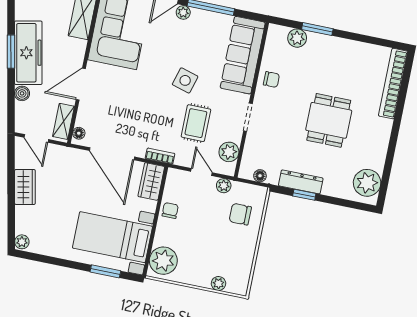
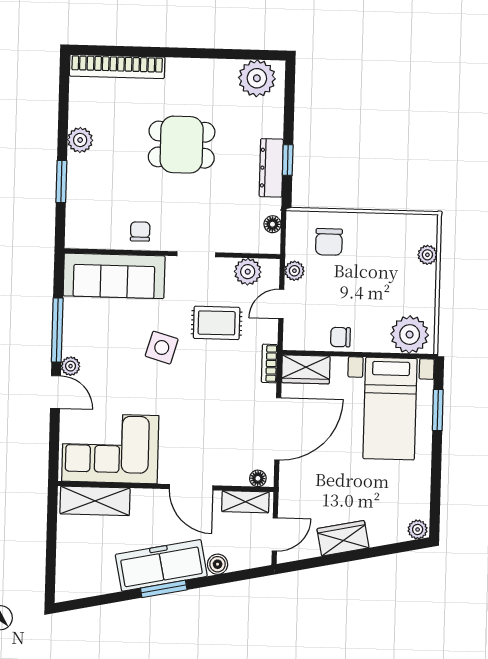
plant: (297, 38) -> (80, 140), moved

